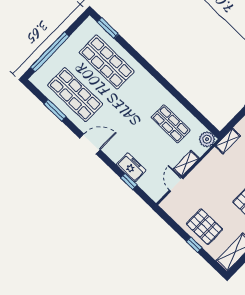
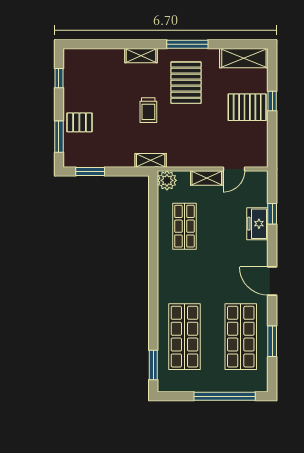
pallet: (204, 227) -> (247, 107), turned 90

